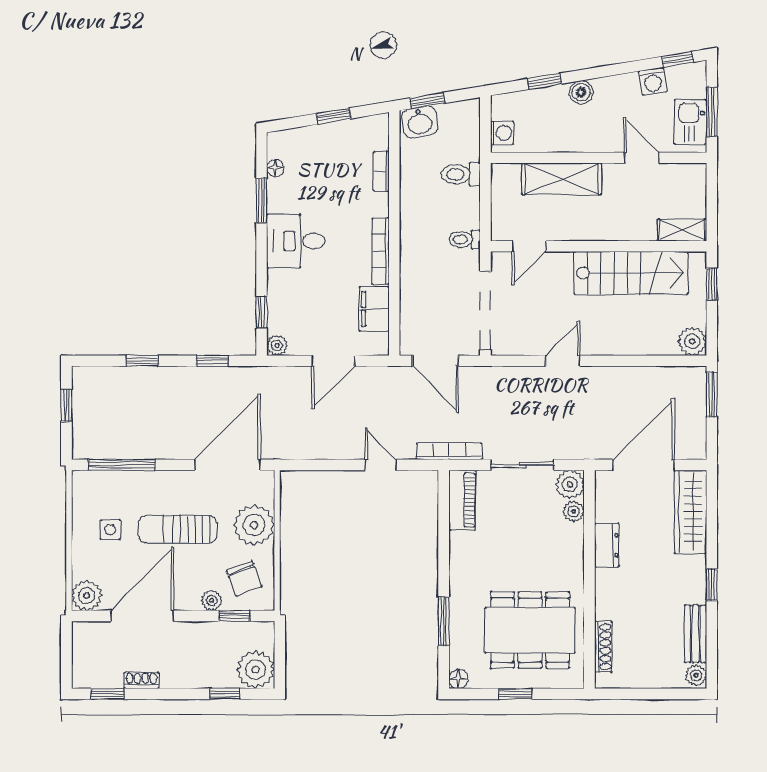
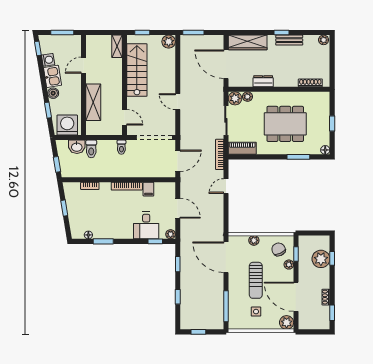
washbasin: (420, 122) -> (77, 147), moved, turned 99
kitchen sink: (690, 122) -> (52, 76), moved, turned -99
washing machine: (502, 133) -> (67, 125), width x1.89, depth x1.89
desk: (296, 241) -> (146, 225), moved
filing cabinet: (374, 309) -> (148, 189), width x0.50
plant: (254, 525) -> (254, 240), width x0.53, depth x0.53
chair: (244, 578) -> (279, 249), turned -94
dining table: (530, 630) -> (285, 124), moved, turned 90
bench: (695, 634) -> (289, 40), moved
plant: (256, 670) -> (321, 259), moved

